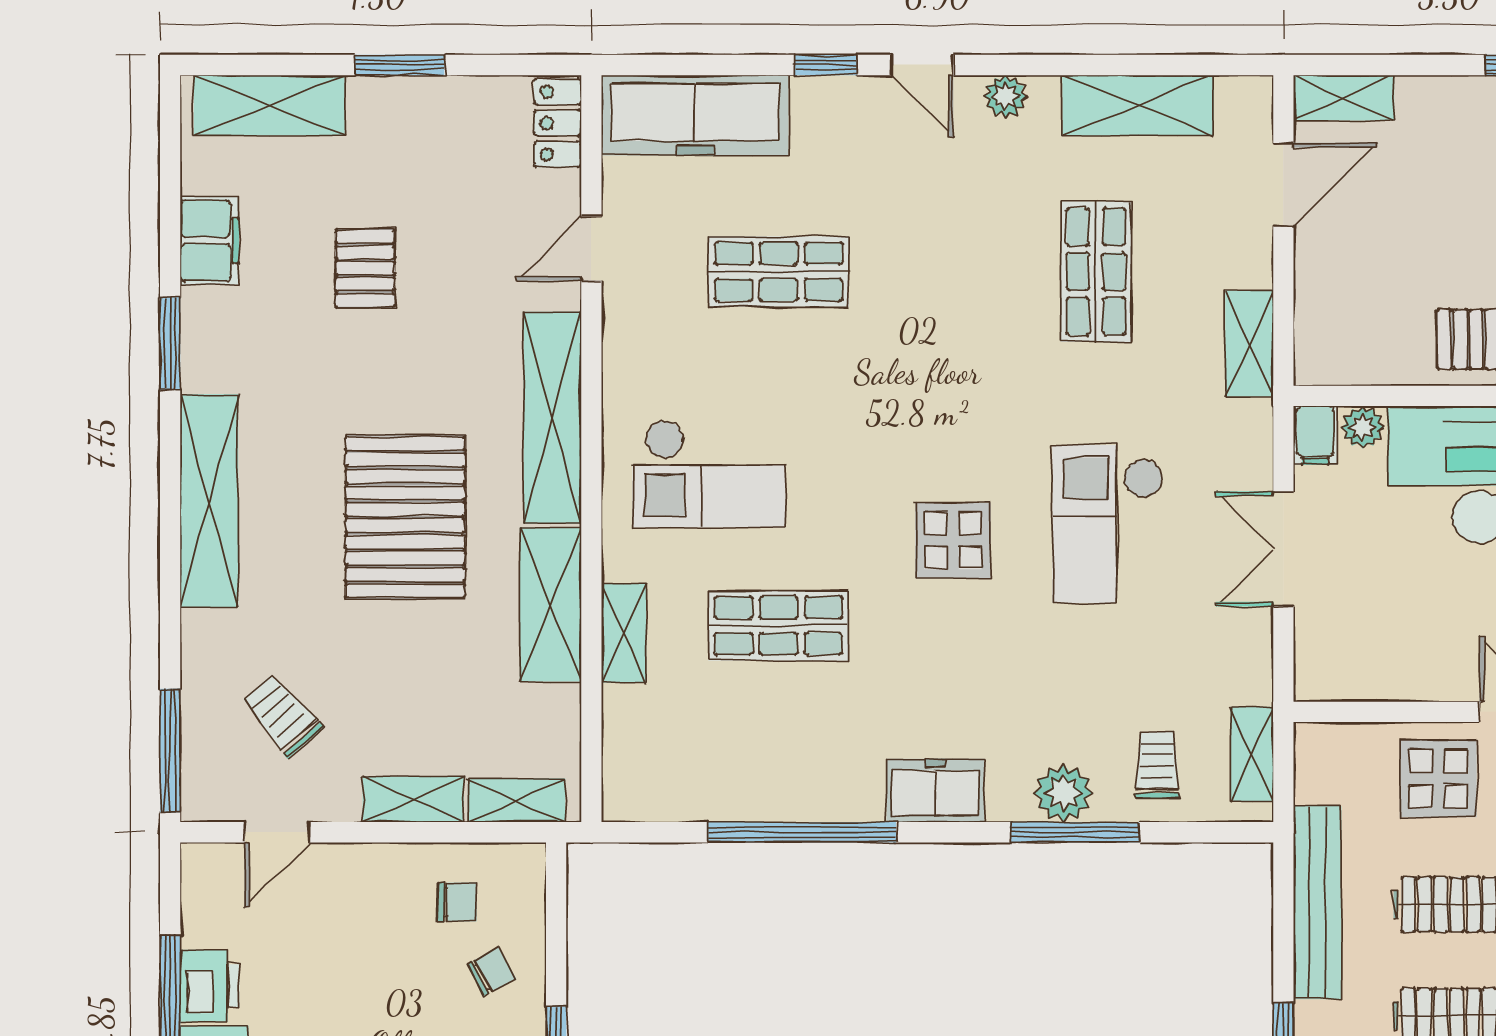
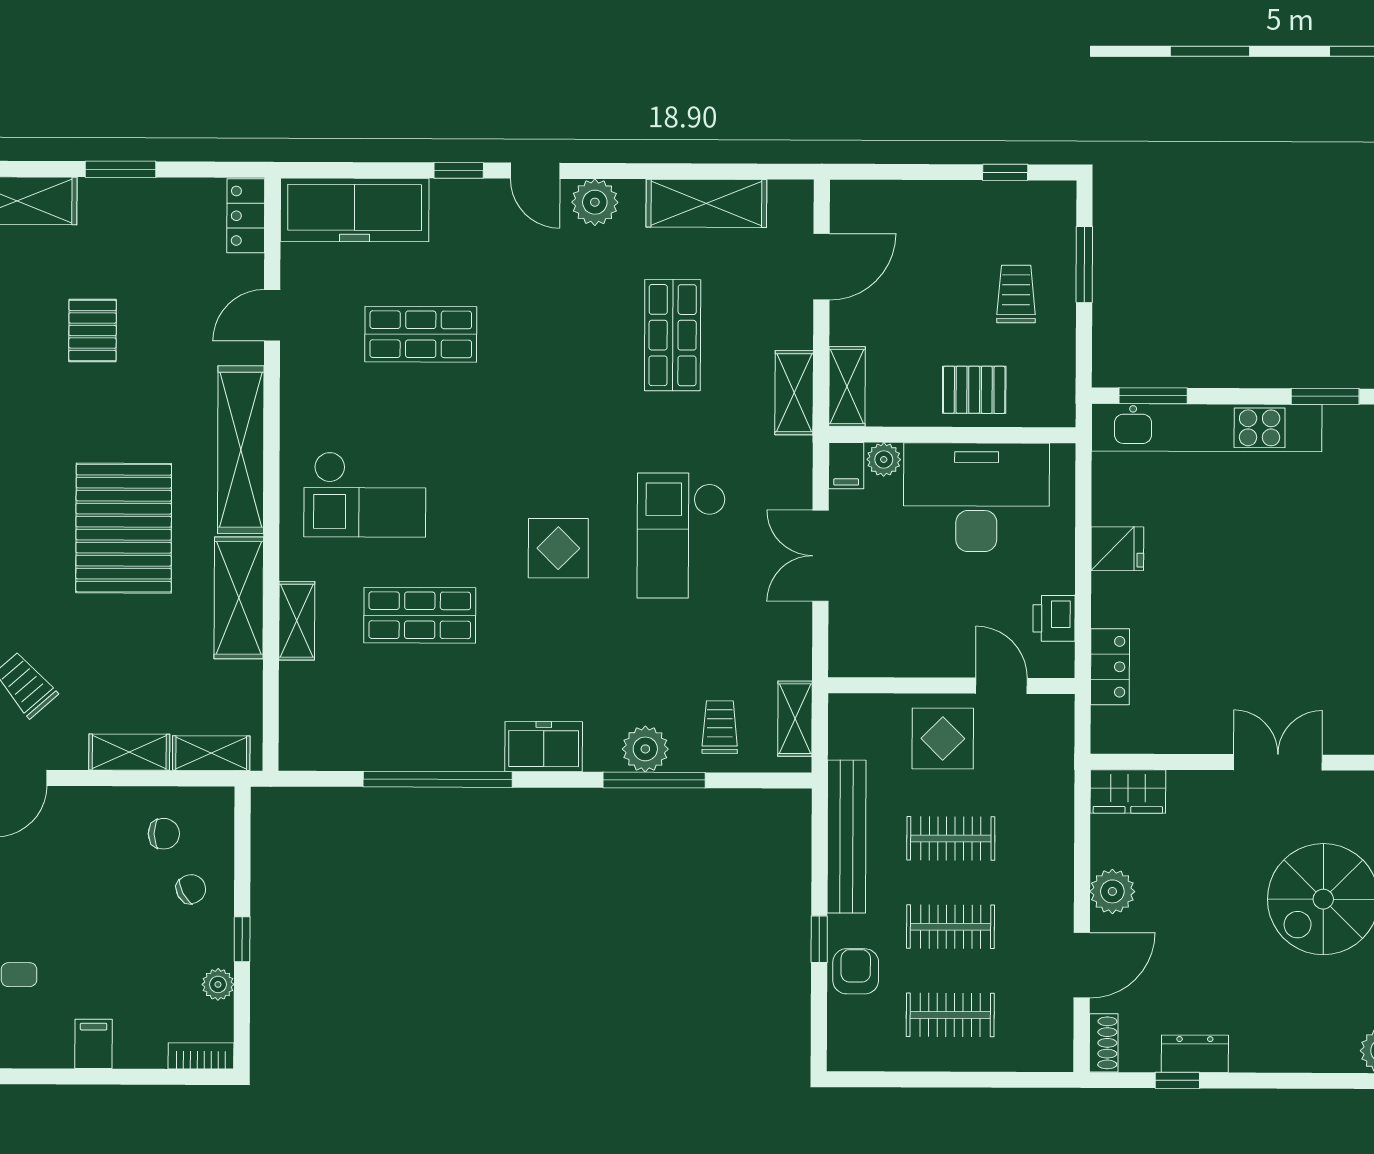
plant: (1005, 96) -> (595, 202), width x1.38, depth x1.38
shelving: (1344, 98) -> (847, 387), moved, turned 90

